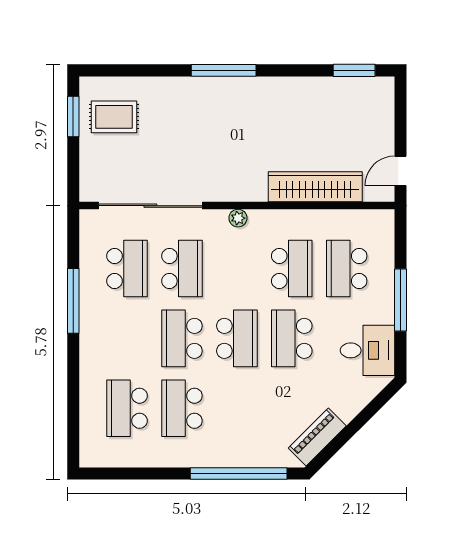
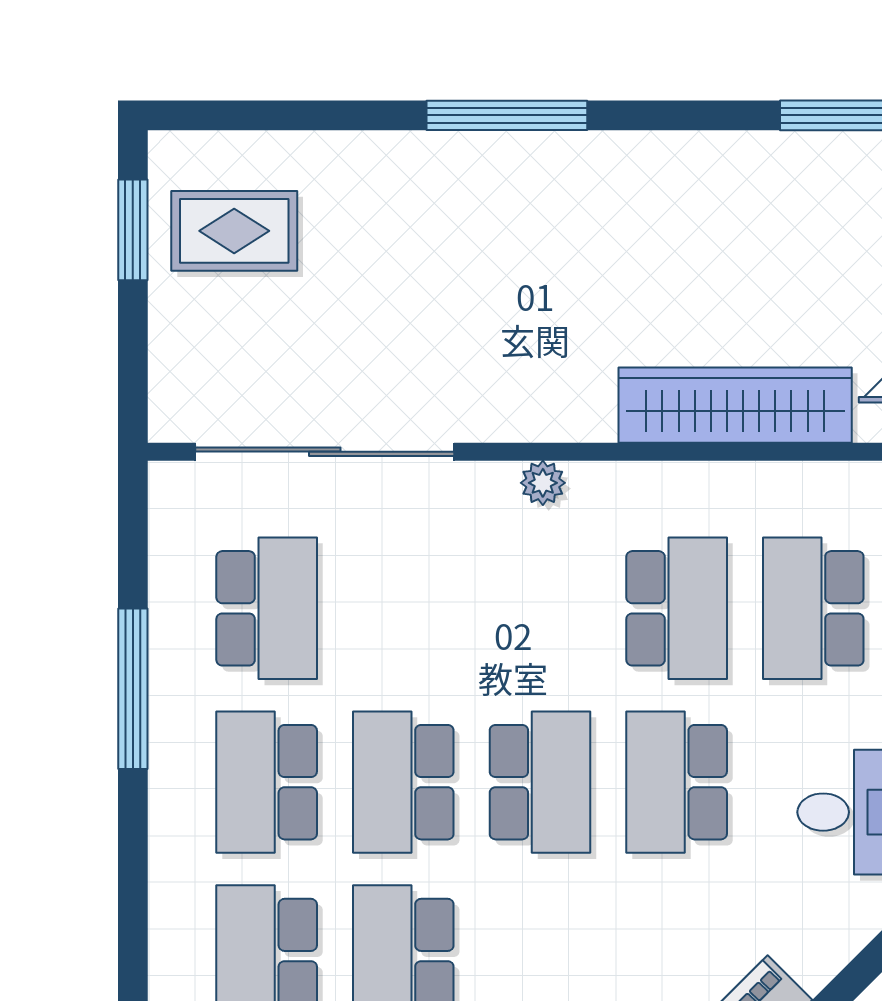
school desk: (182, 268) -> (267, 782), moved, turned 180

